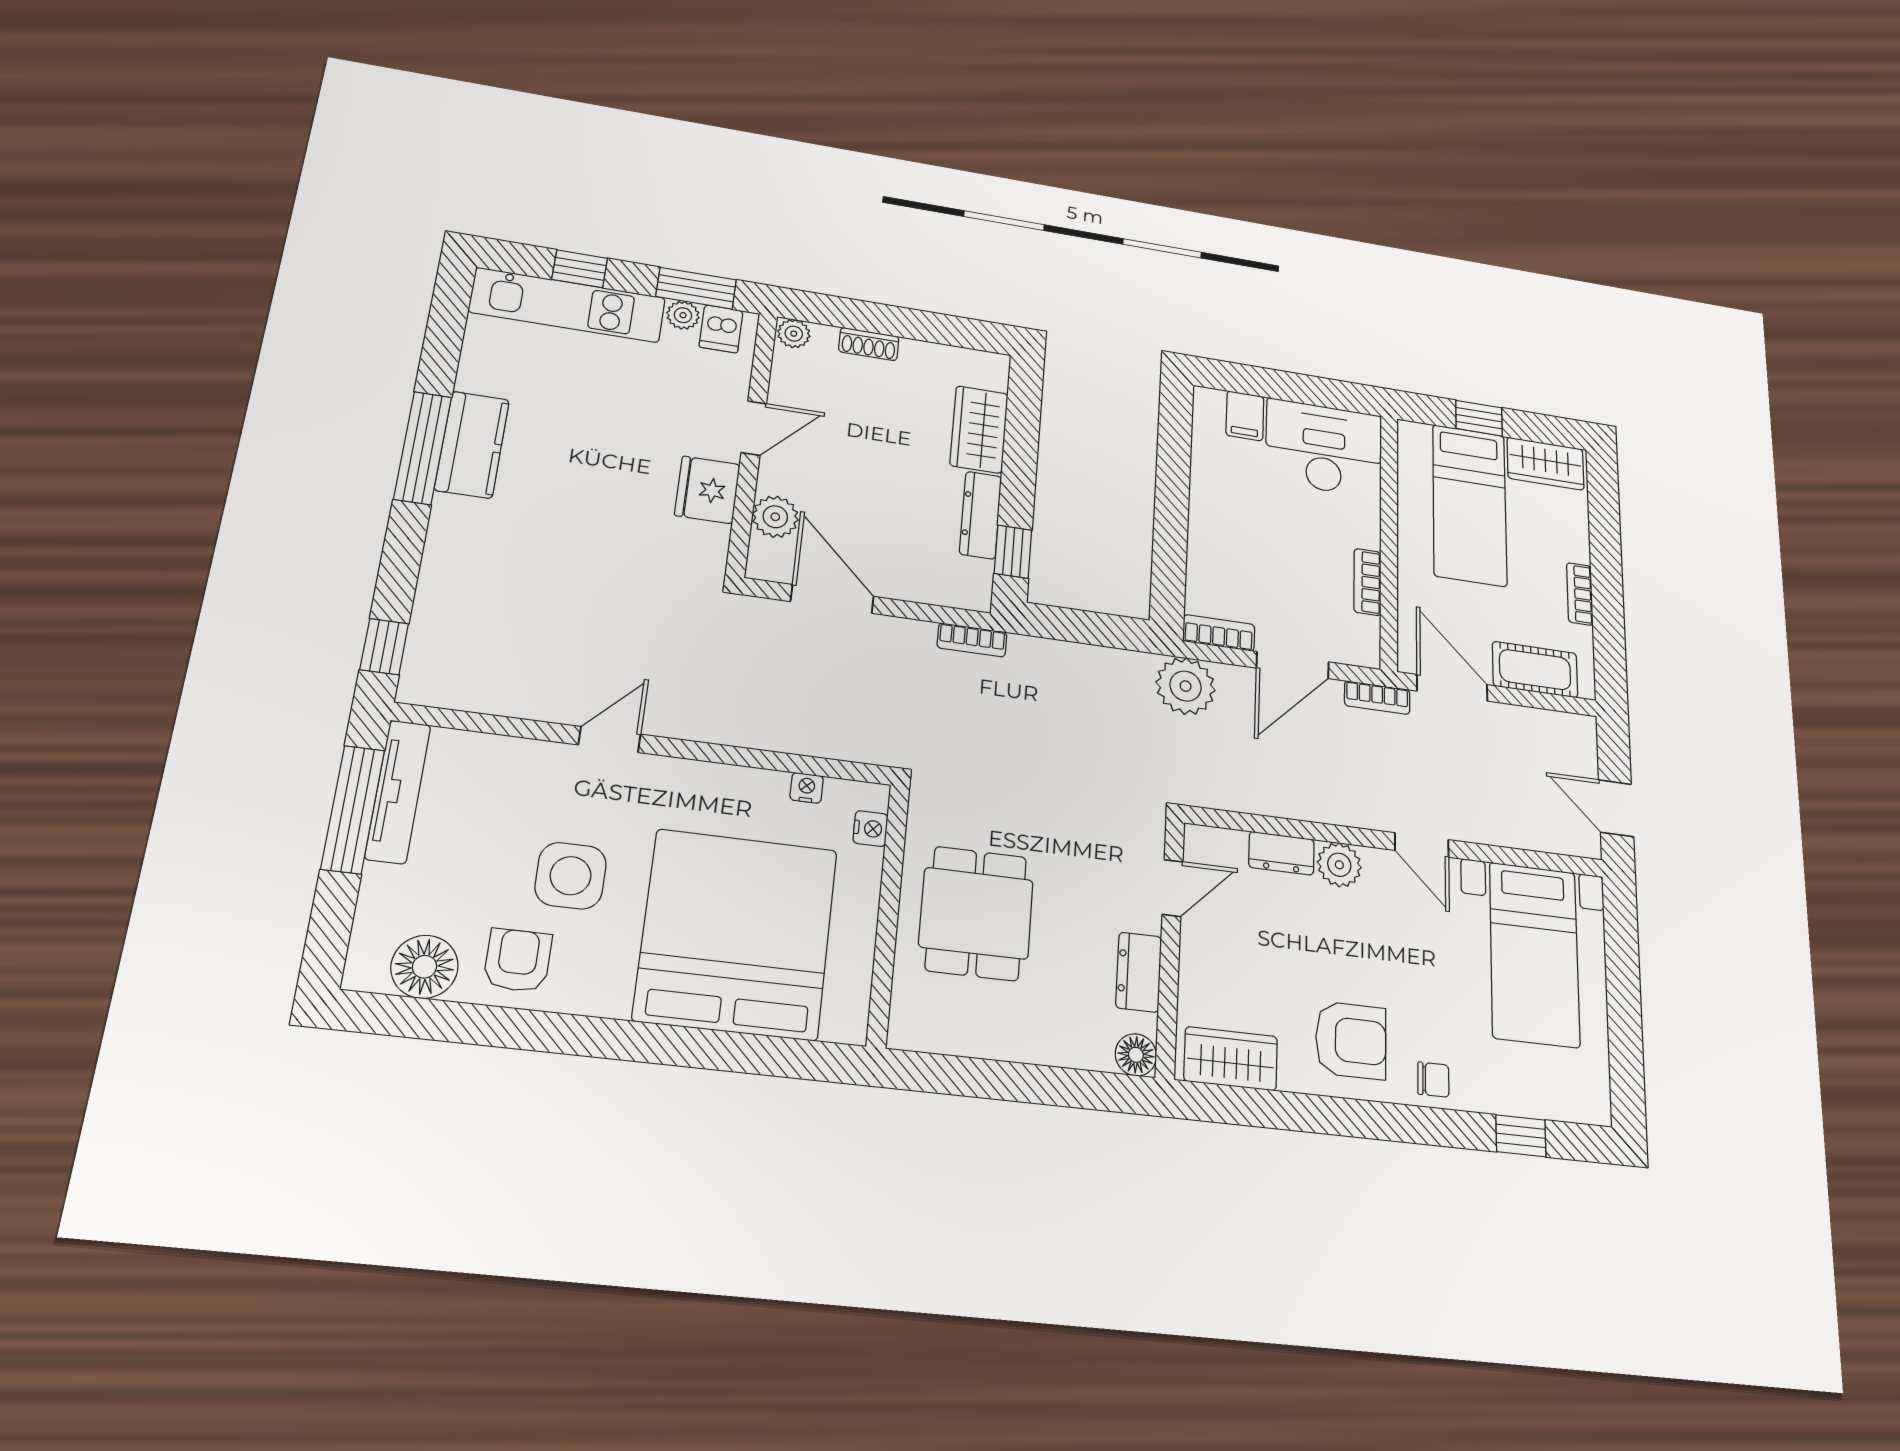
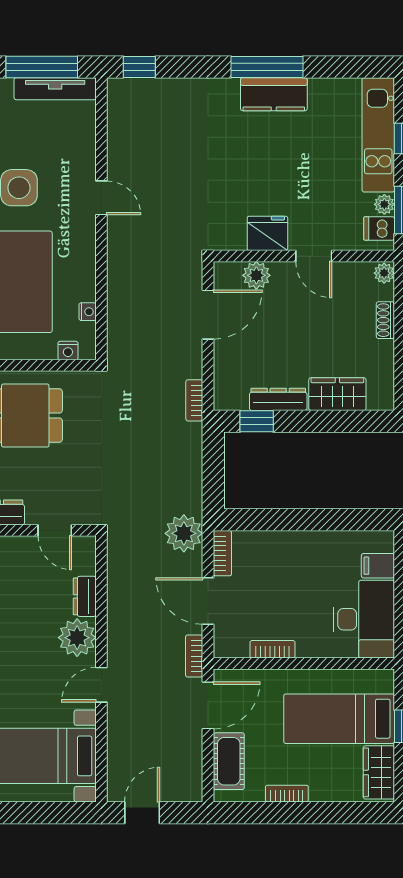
plant: (1339, 865) -> (77, 638), width x1.36, depth x1.36

